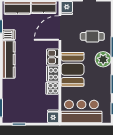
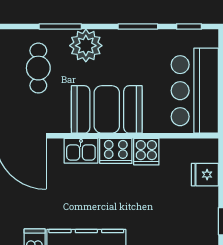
fridge: (53, 116) -> (205, 175), moved

